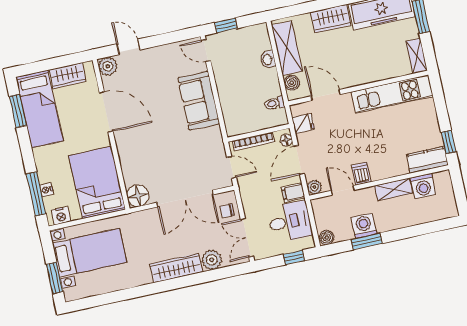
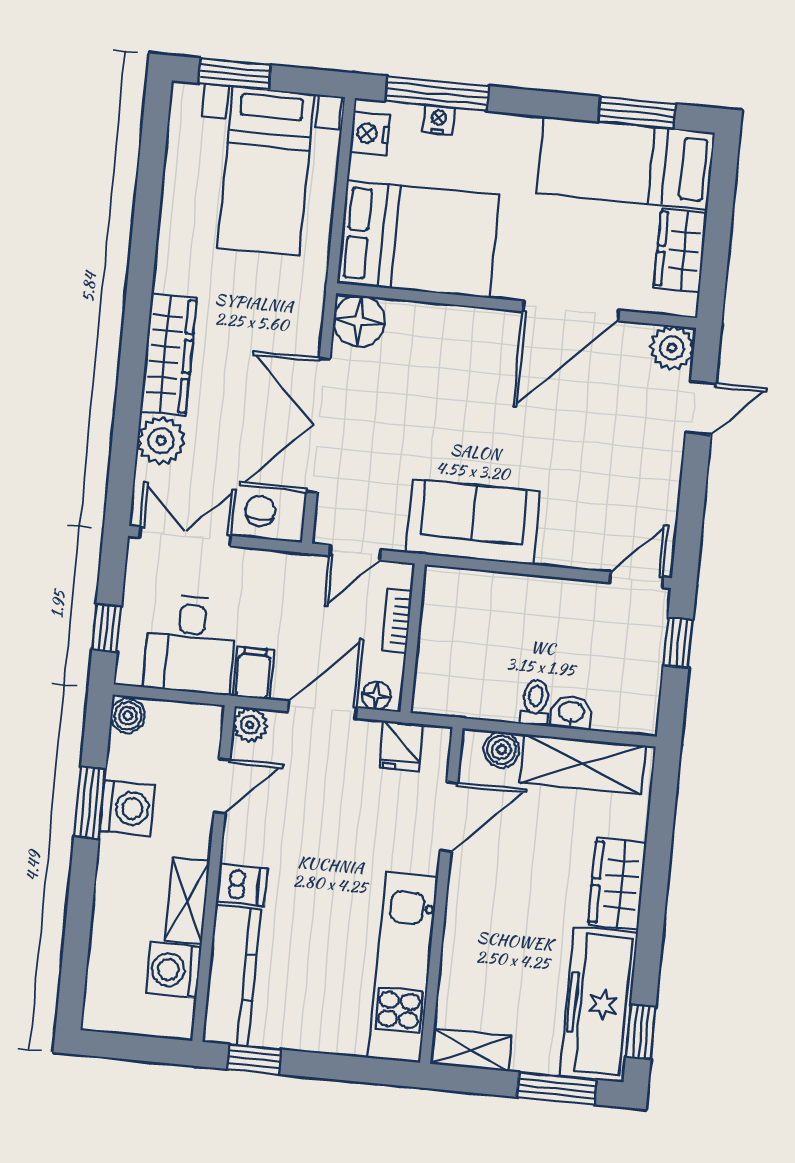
sofa: (199, 101) -> (473, 522), moved
toilet: (275, 103) -> (535, 702), moved
bookcase: (254, 141) -> (397, 621), width x0.64
door: (299, 160) -> (322, 710), hinge flipped
kitchen counter: (427, 160) -> (232, 976), width x1.50
dishwasher: (361, 174) -> (242, 885), moved

